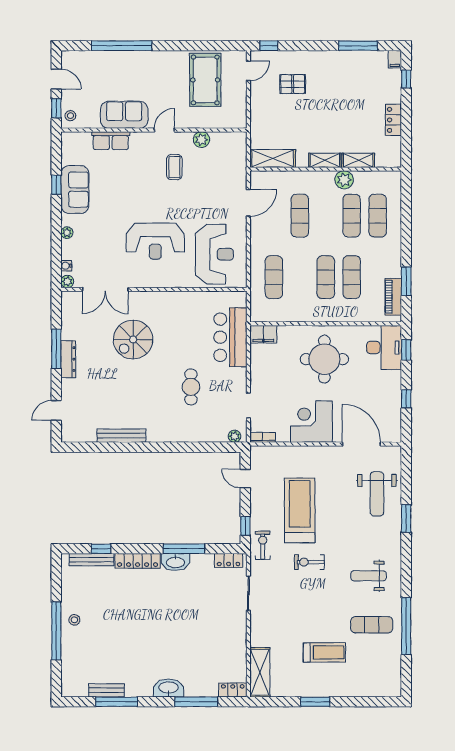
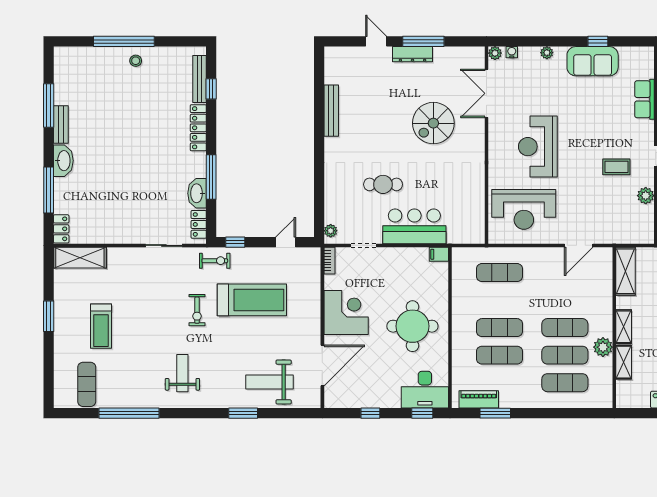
door: (248, 203) -> (579, 245), hinge flipped
exercise mat: (300, 216) -> (565, 328), moved
filing cabinet: (263, 334) -> (439, 254), width x0.50
bar counter: (230, 337) -> (414, 226), moved
spiral stairs: (133, 339) -> (433, 123), turned -90
door: (56, 410) -> (376, 41), moved
washbasin: (175, 562) -> (197, 193), moved
exercise bike: (309, 562) -> (197, 310), turned 180
exercise mat: (372, 625) -> (87, 384), moved
bench: (107, 690) -> (61, 125), moved

